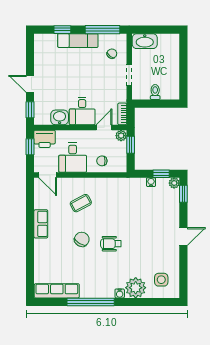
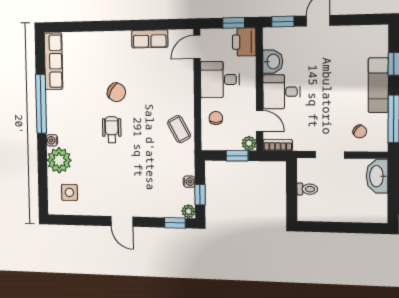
coffee table: (81, 203) -> (179, 129), moved
row of seats: (41, 224) -> (150, 39), moved

